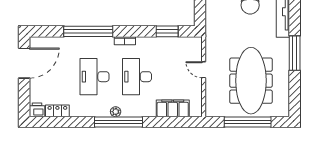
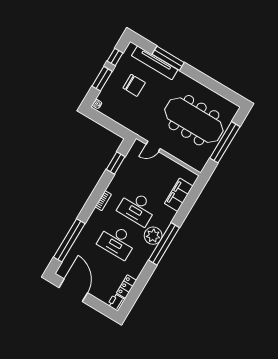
window: (88, 31) -> (69, 240), moved
window: (295, 53) -> (168, 58), moved
door: (204, 70) -> (153, 146), moved
plant: (116, 112) -> (153, 236), width x1.88, depth x1.88

